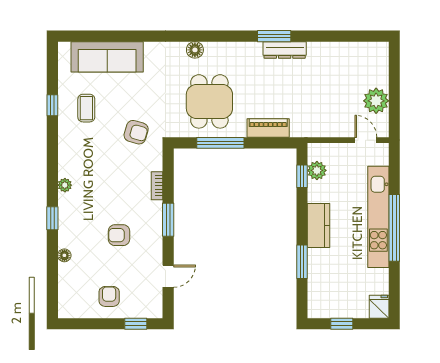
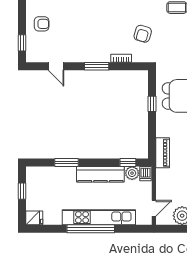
piano: (268, 128) -> (163, 153), moved
armchair: (136, 132) -> (143, 34), moved
window: (220, 143) -> (152, 104), width x0.46
dishwasher: (318, 152) -> (145, 174), added
kitchen counter: (318, 225) -> (100, 174), width x1.50
armchair: (119, 235) -> (86, 31), removed

